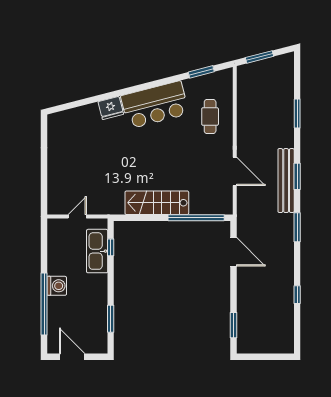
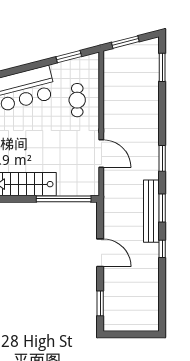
window: (297, 114) -> (162, 67), moved
bench: (286, 181) -> (151, 211), moved
door: (234, 252) -> (100, 253), moved
window: (297, 295) -> (162, 249), moved

